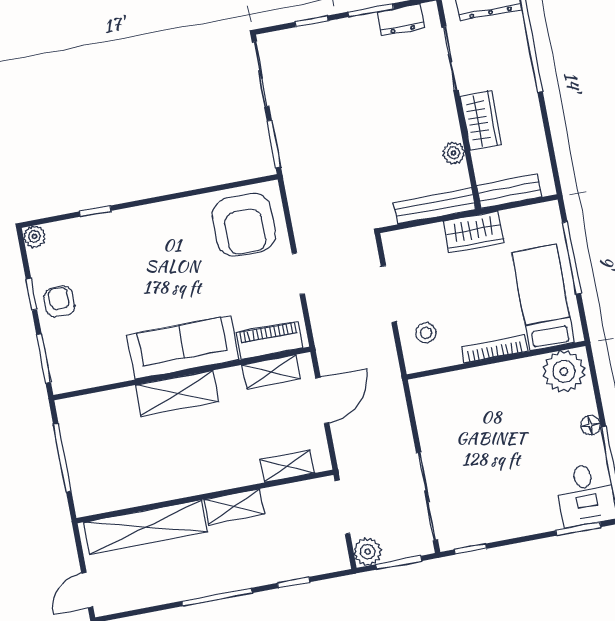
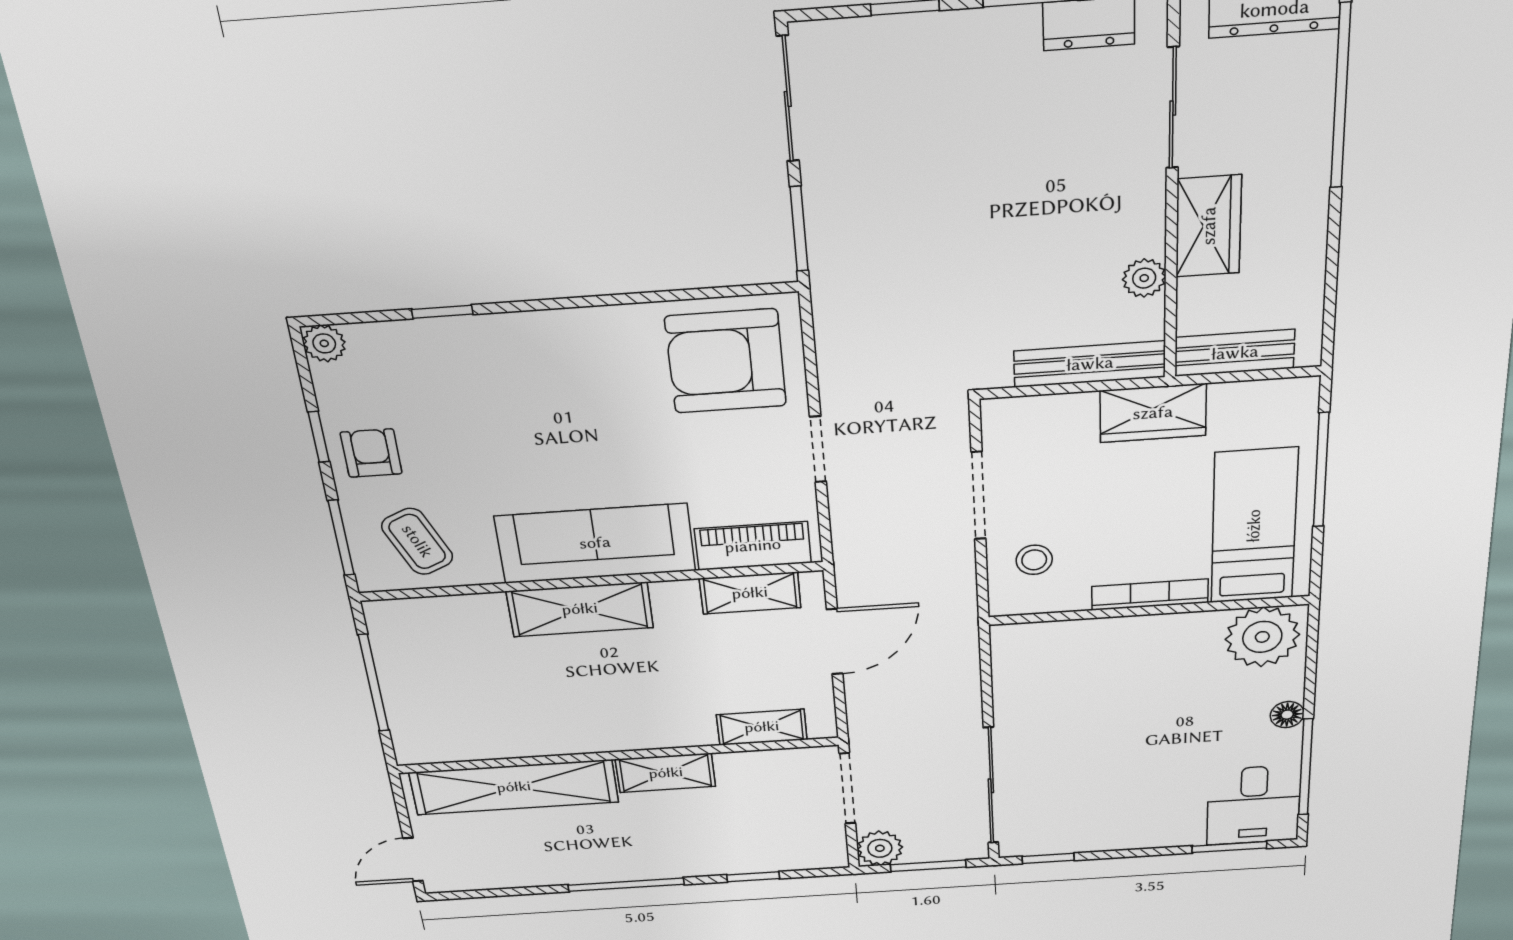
armchair: (244, 225) -> (726, 361), turned 90
coffee table: (85, 357) -> (417, 541), added

